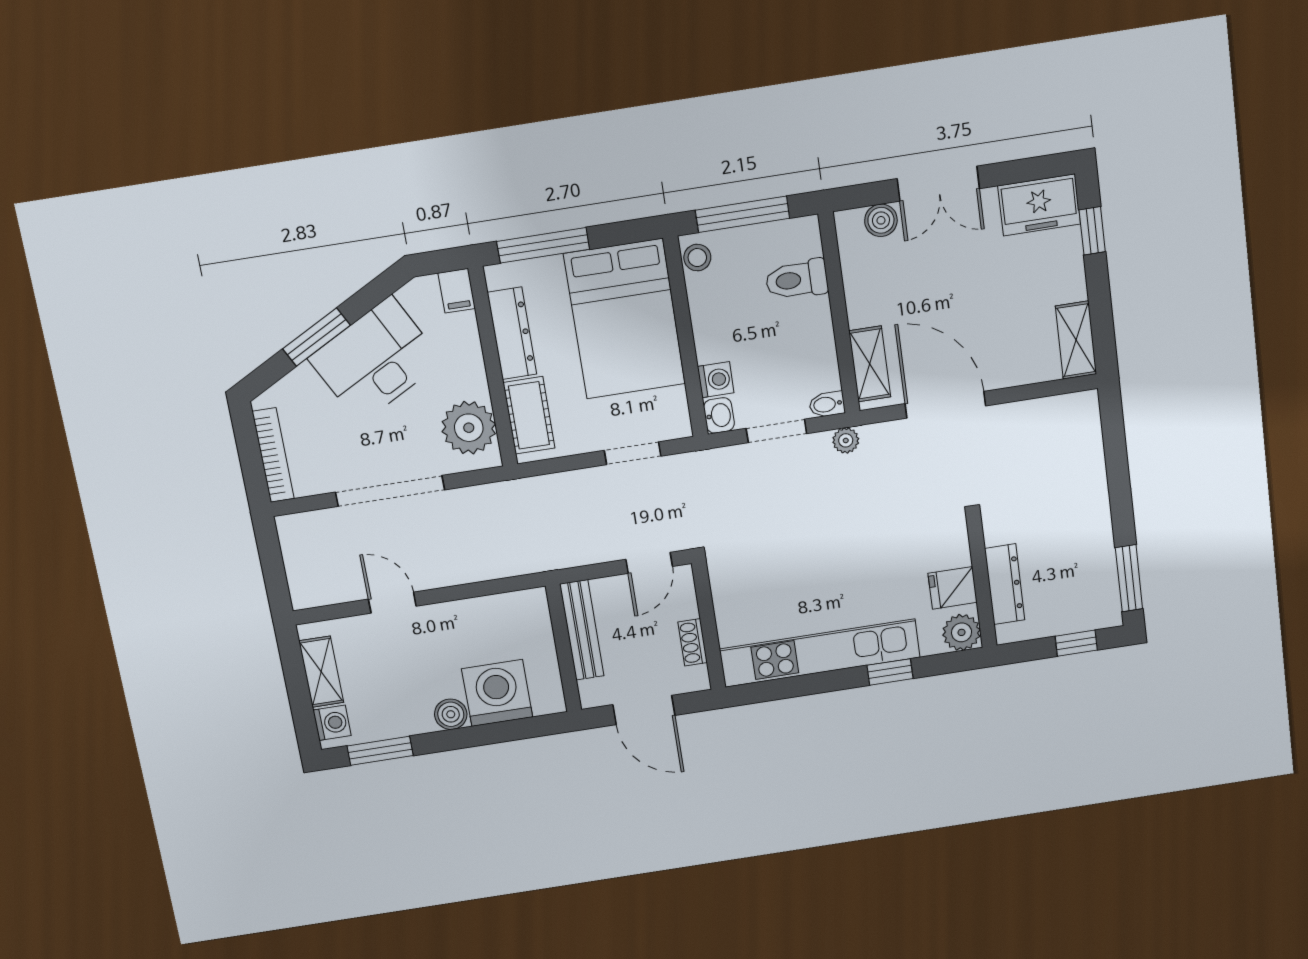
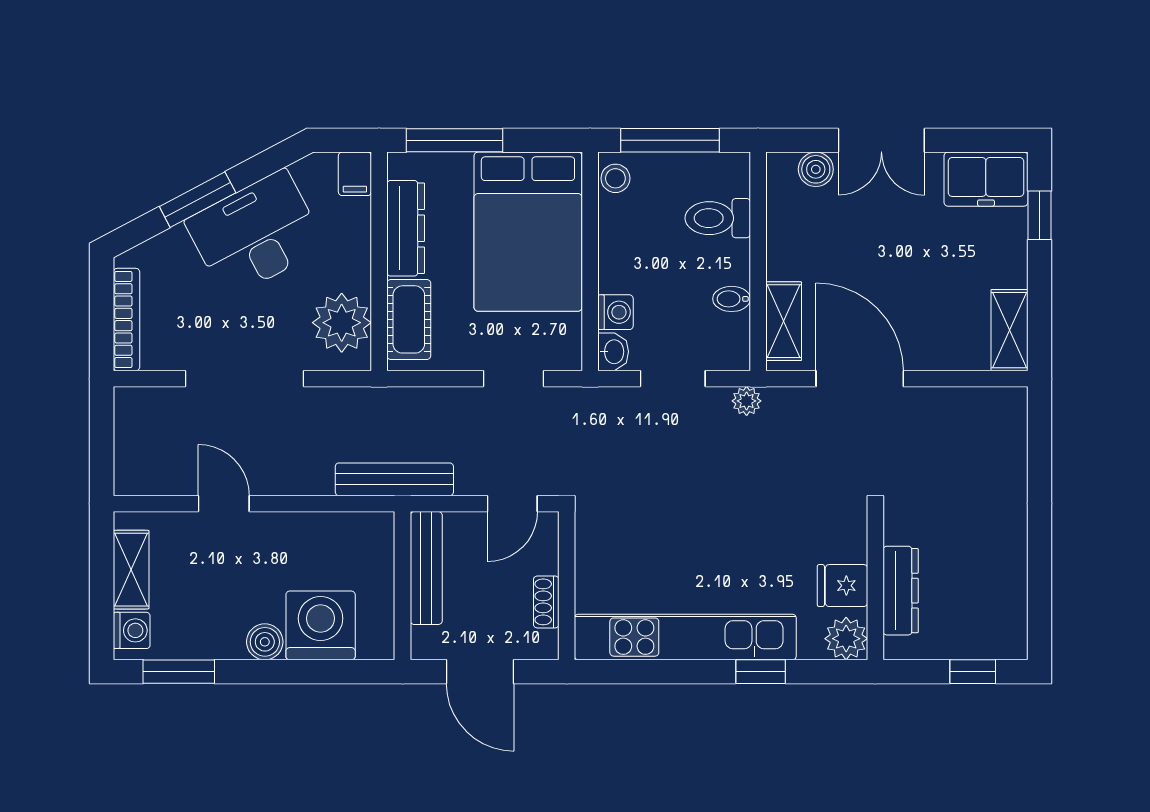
bidet: (827, 404) -> (732, 299), moved
bench: (540, 558) -> (394, 479), added
window: (1129, 578) -> (1039, 606), removed

